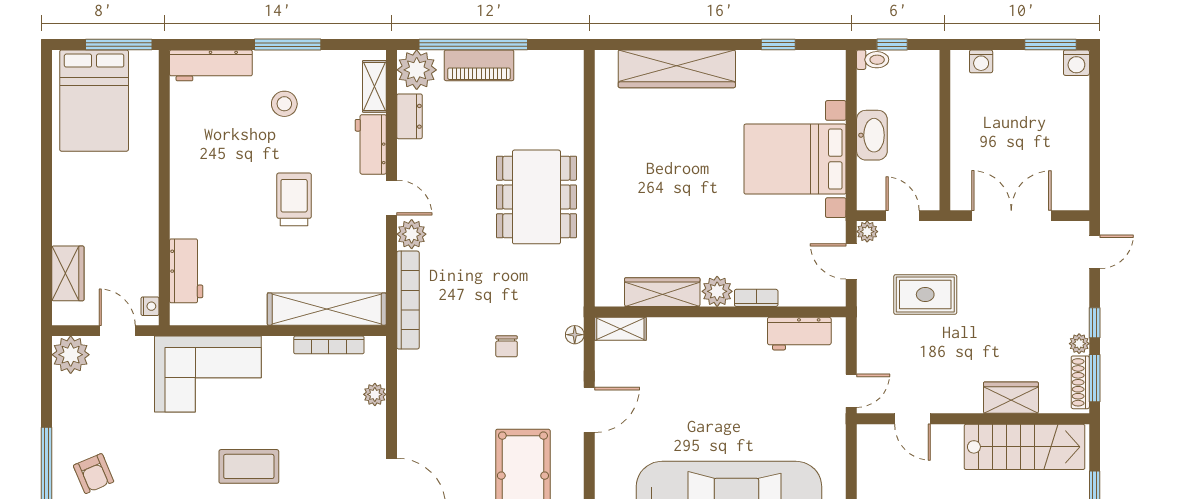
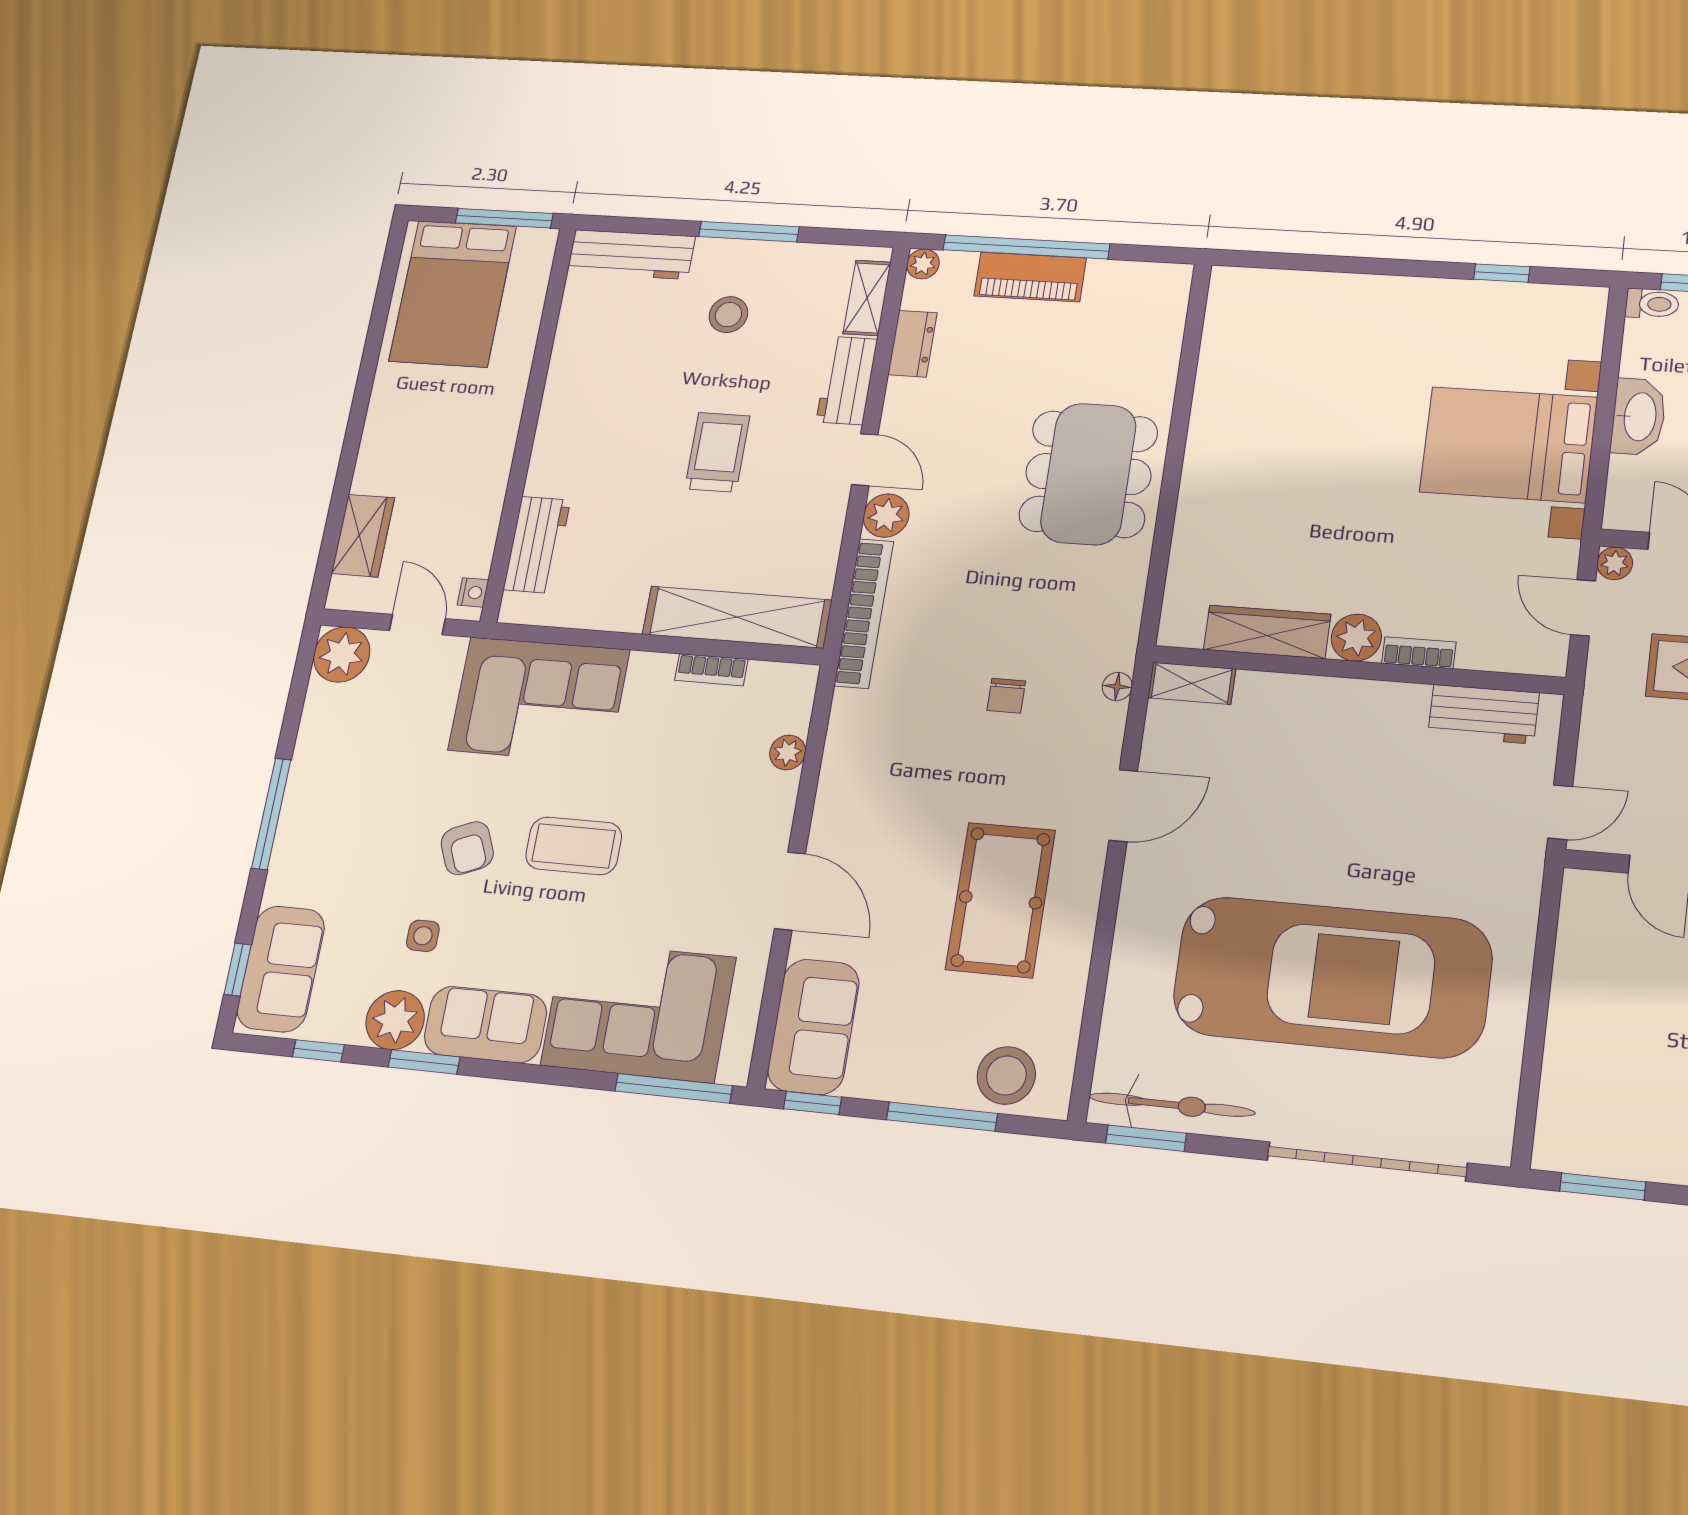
wardrobe: (677, 69) -> (1336, 299), removed
plant: (417, 70) -> (923, 264), width x0.53, depth x0.53
bookcase: (329, 345) -> (711, 670), width x0.64
armchair: (94, 474) -> (467, 848), moved

